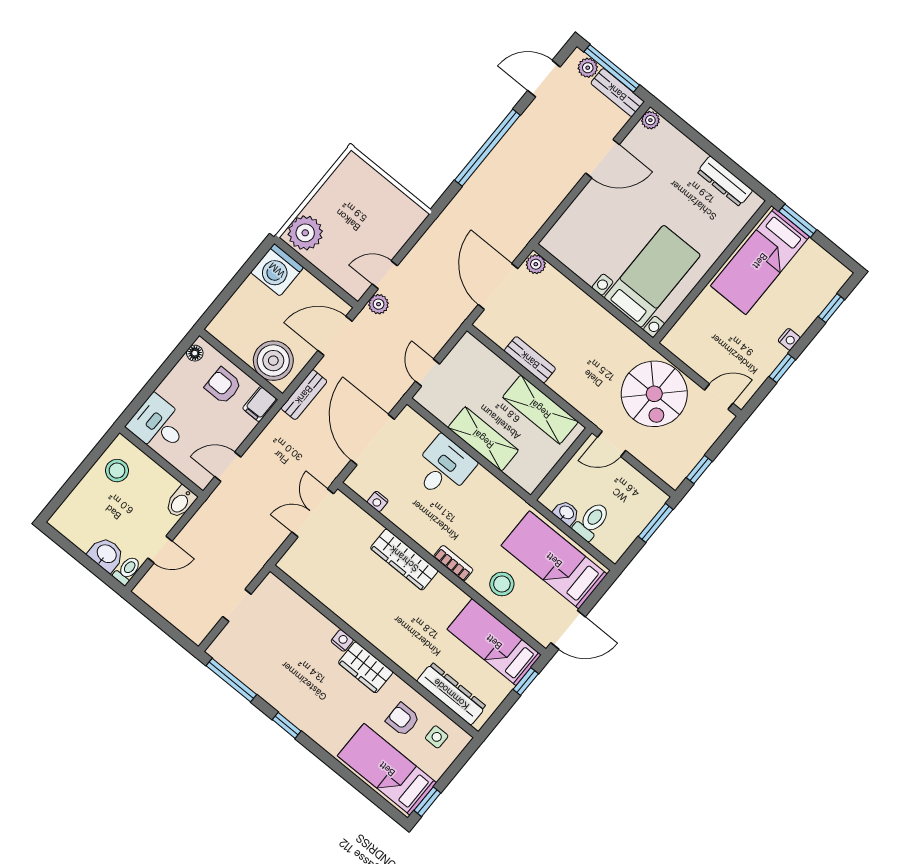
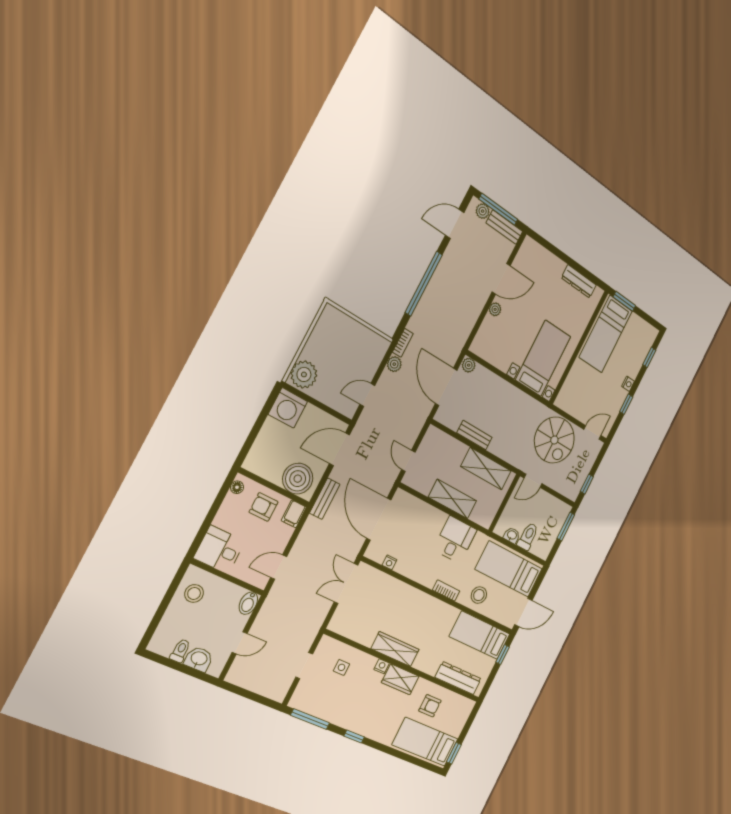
plant: (650, 120) -> (495, 309), moved
bookcase: (445, 218) -> (403, 343), added
plant: (379, 304) -> (394, 364), moved
desk: (443, 468) -> (455, 540), moved
wardrobe: (404, 559) -> (395, 649), moved, turned 180
toilet: (127, 570) -> (180, 651), moved
armchair: (403, 720) -> (430, 706), turned 180
side table: (437, 737) -> (341, 667), moved

